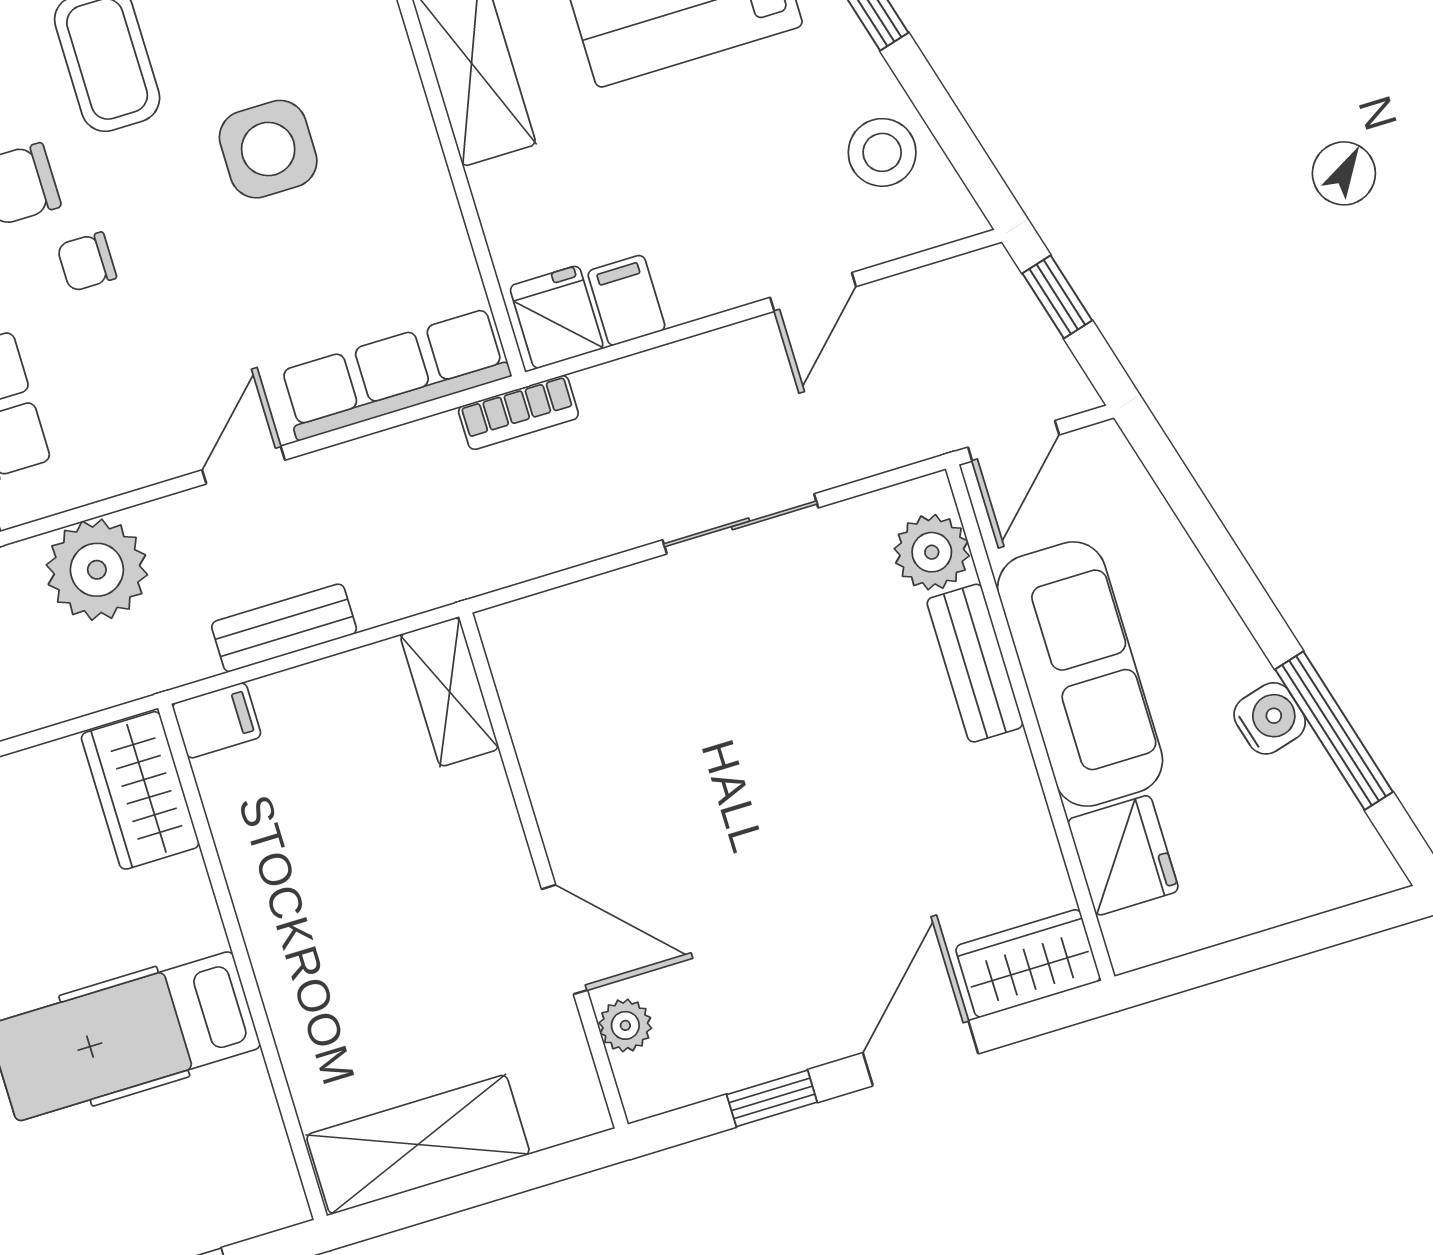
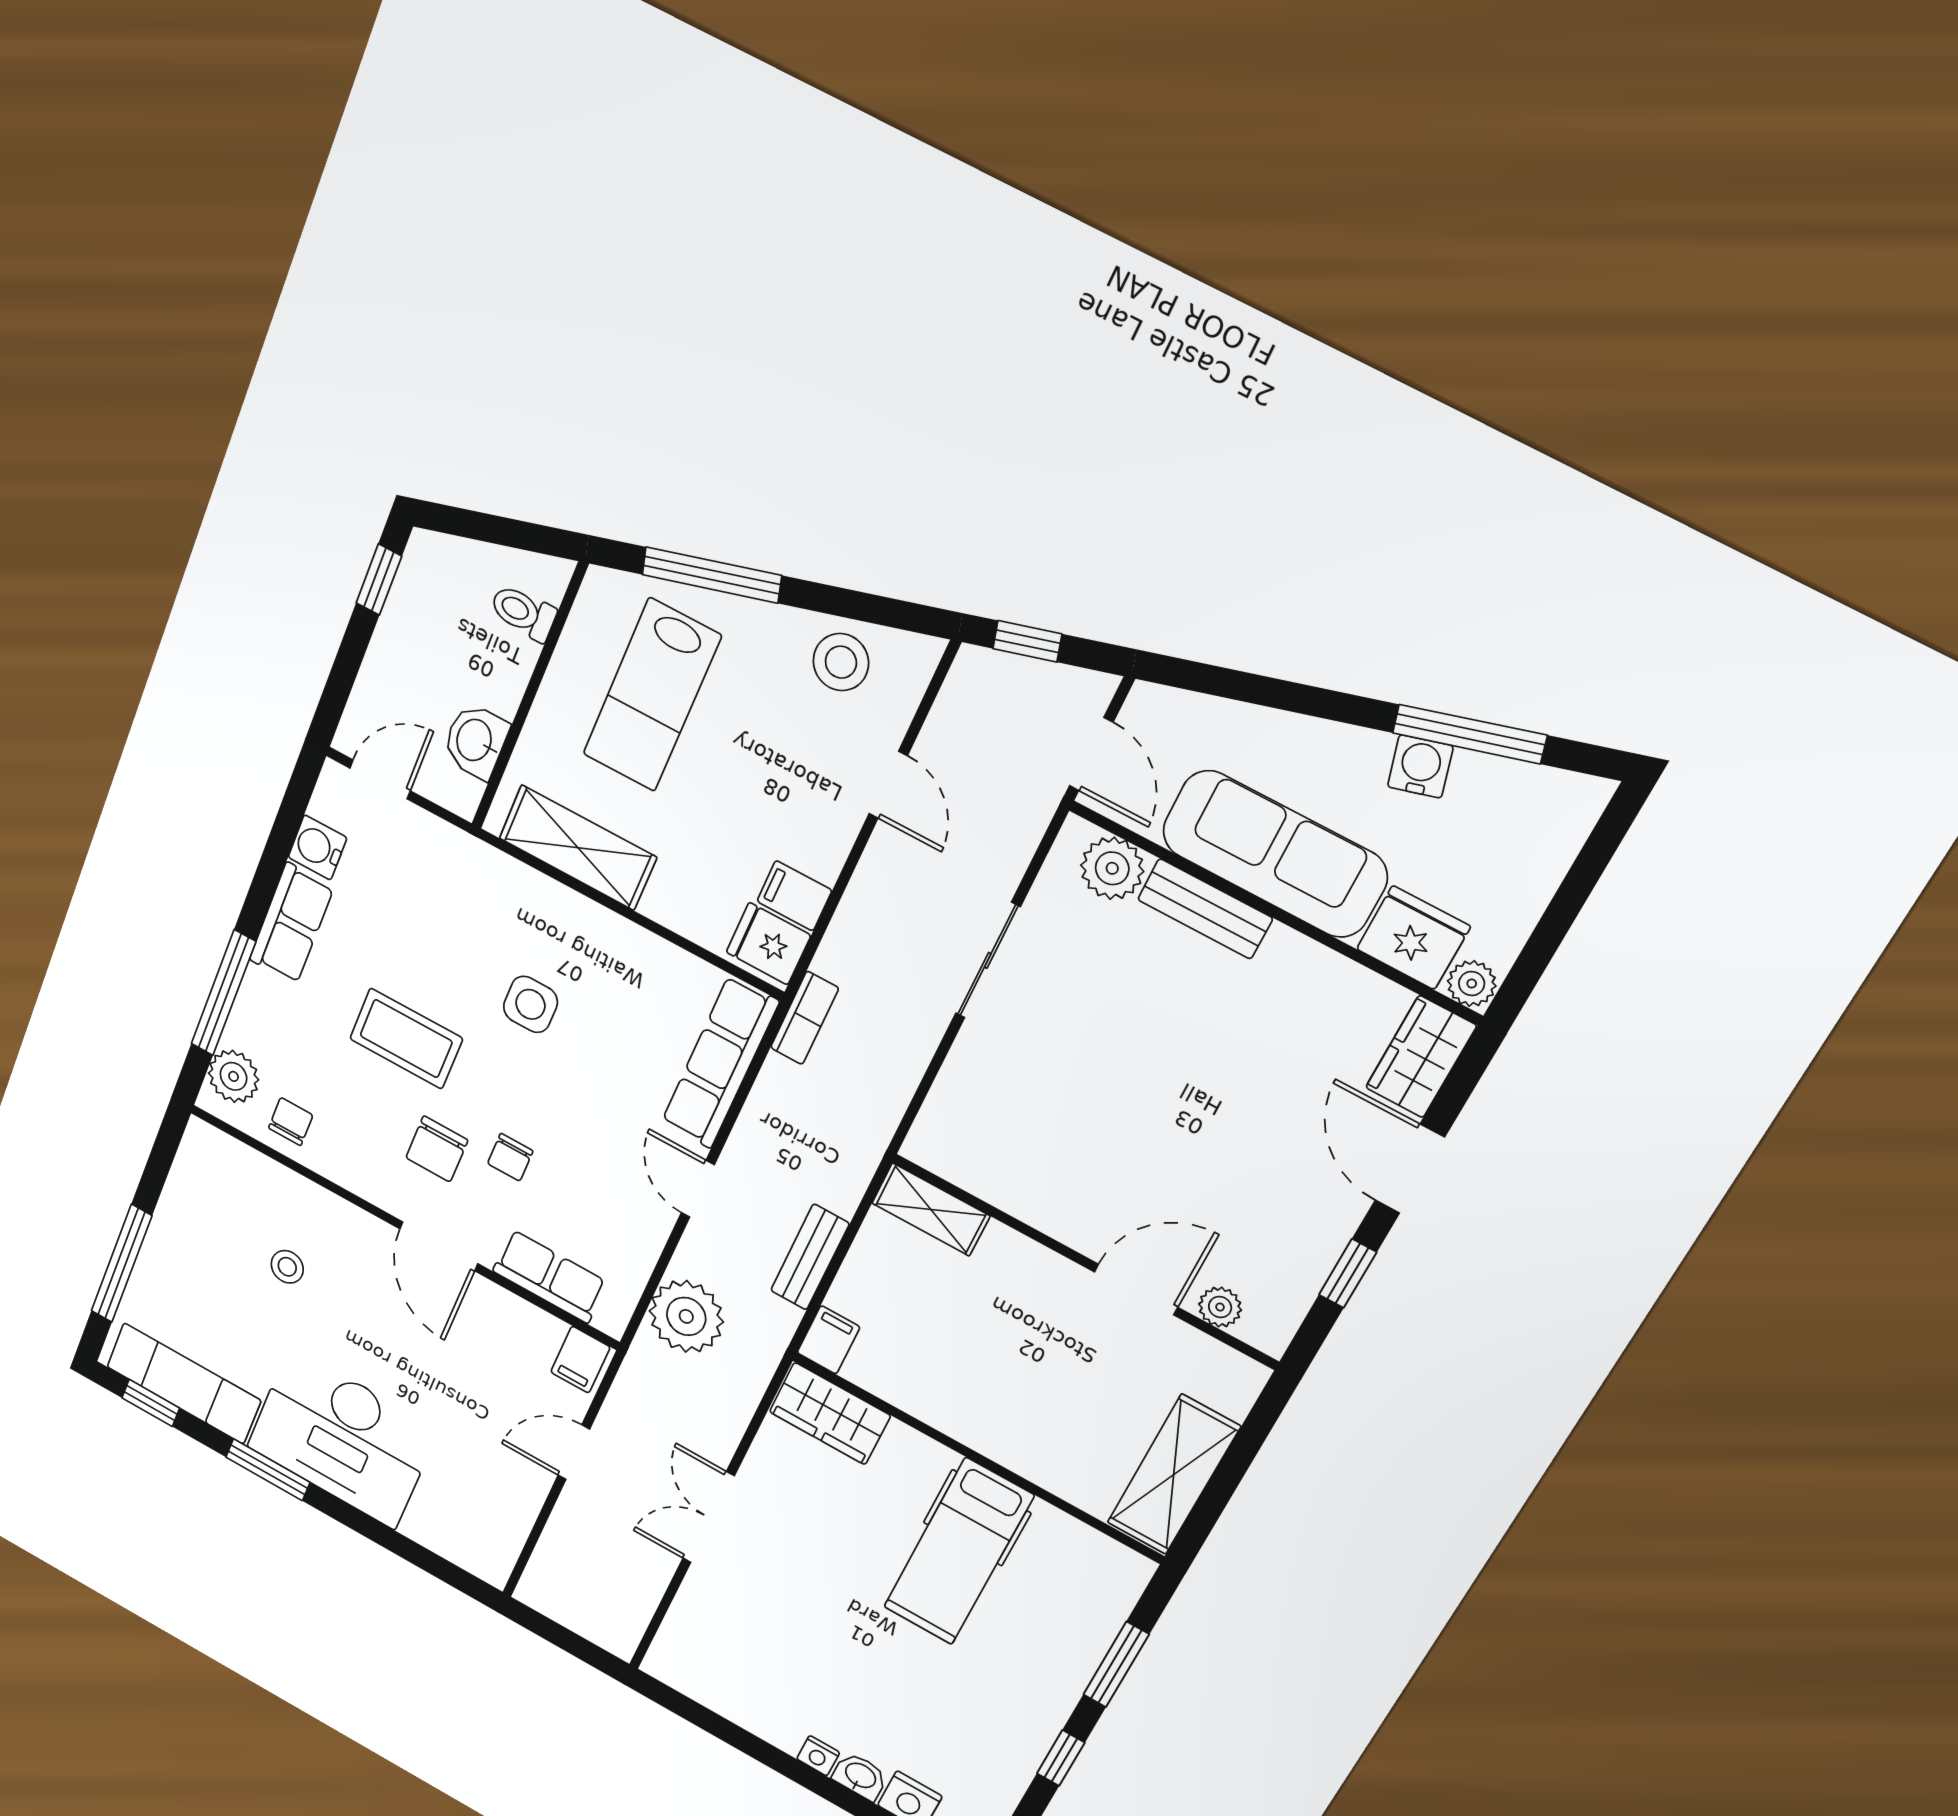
side table: (268, 149) -> (530, 1004), width x0.73, depth x0.73
plant: (1132, 940) -> (1472, 984), added

